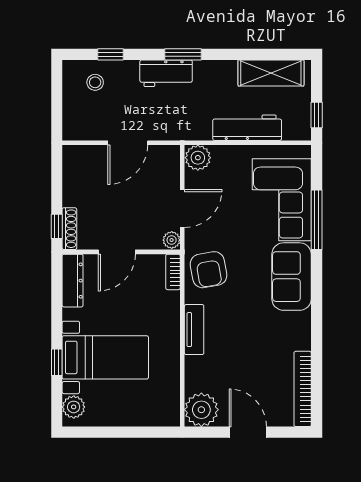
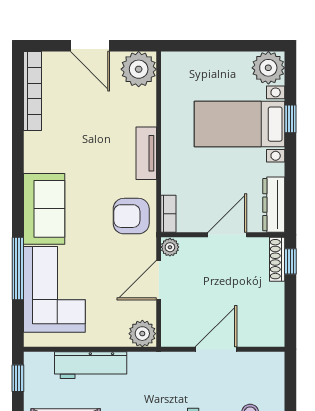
armchair: (208, 270) -> (131, 216), turned -80
plant: (74, 407) -> (268, 68), width x1.36, depth x1.36

